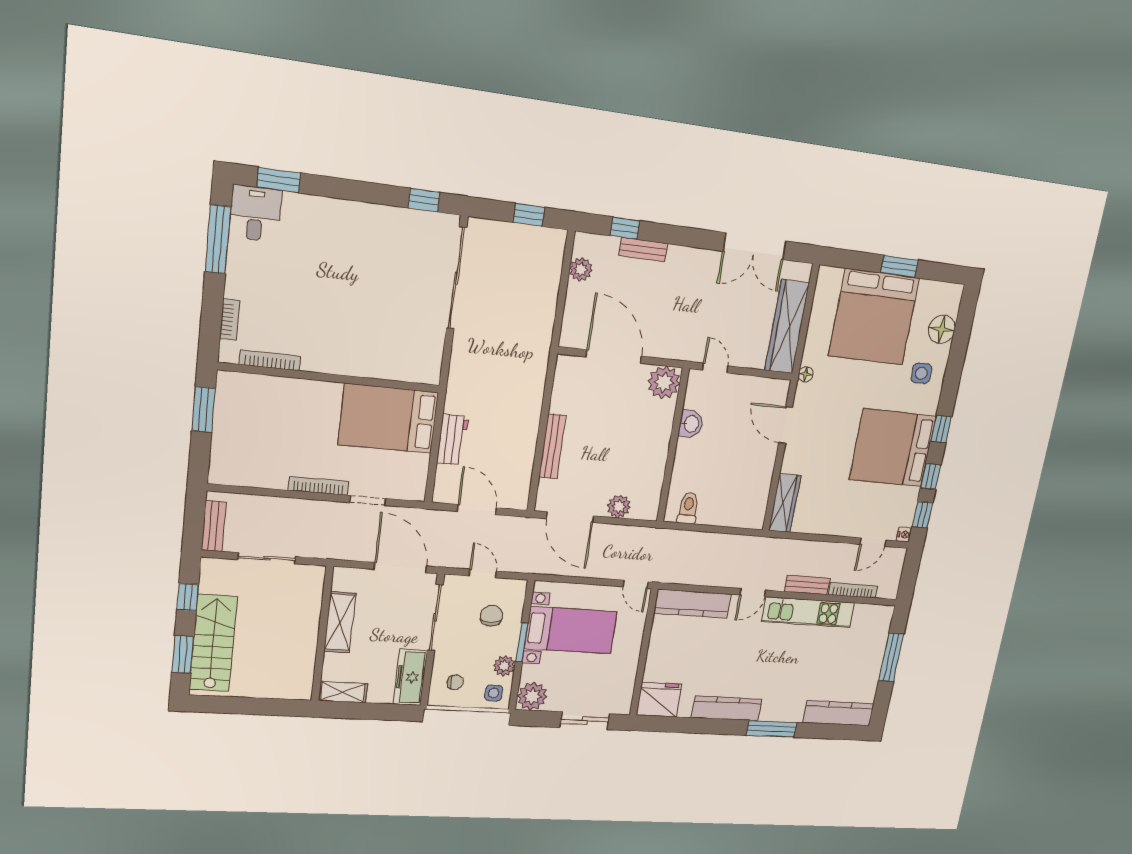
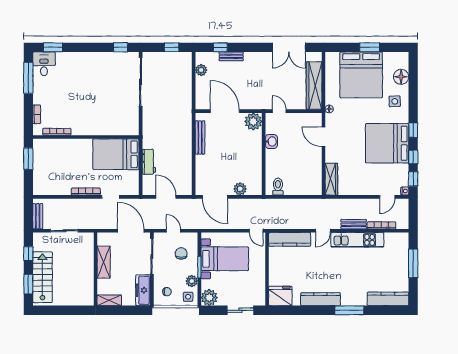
bench: (552, 446) -> (200, 137), moved

